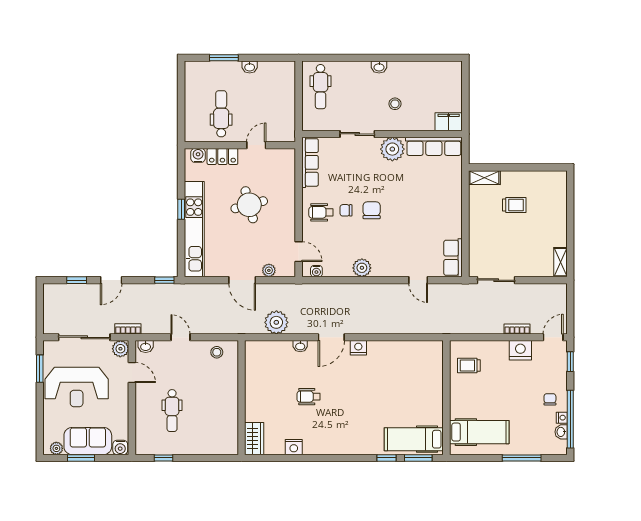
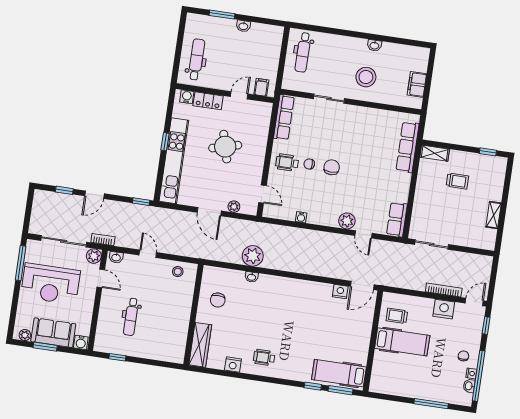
washbasin: (379, 67) -> (374, 45), moved
stool: (395, 104) -> (366, 77), width x1.89, depth x1.89
dental chair: (221, 114) -> (196, 59), moved
filing cabinet: (449, 122) -> (417, 84), moved, turned -90
filing cabinet: (280, 133) -> (261, 87), added
row of seats: (434, 146) -> (408, 147), moved, turned 90
plant: (392, 149) -> (358, 116), removed
window: (544, 167) -> (488, 152), added
shelving: (560, 262) -> (494, 215), moved
plant: (362, 268) -> (347, 221), moved
water cooler: (316, 271) -> (301, 217), moved
plant: (276, 322) -> (253, 256), moved
bookcase: (517, 329) -> (444, 290), width x1.56
door: (331, 337) -> (362, 285), moved
nightstand: (358, 348) -> (340, 292), moved
window: (40, 369) -> (21, 263), width x1.44
chair: (266, 377) -> (218, 300), added
wheelchair: (309, 397) -> (264, 357), moved
hospital bed: (479, 432) -> (402, 342), moved
wardrobe: (254, 439) -> (200, 345), width x1.50

